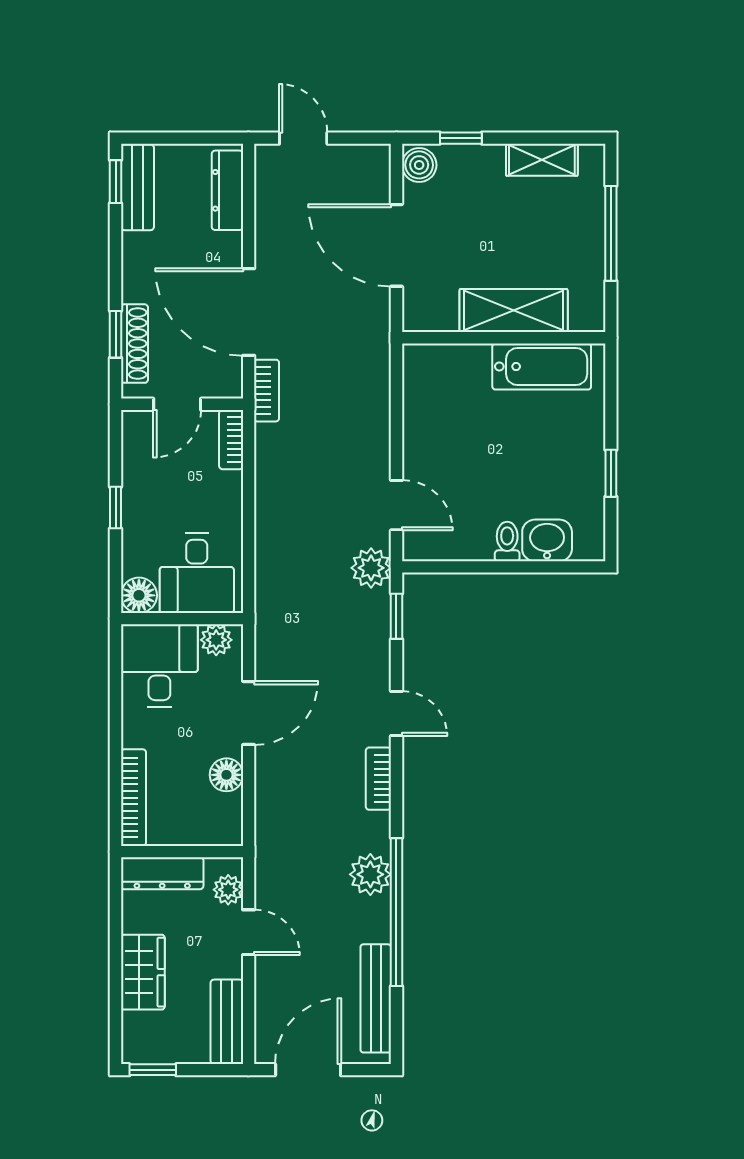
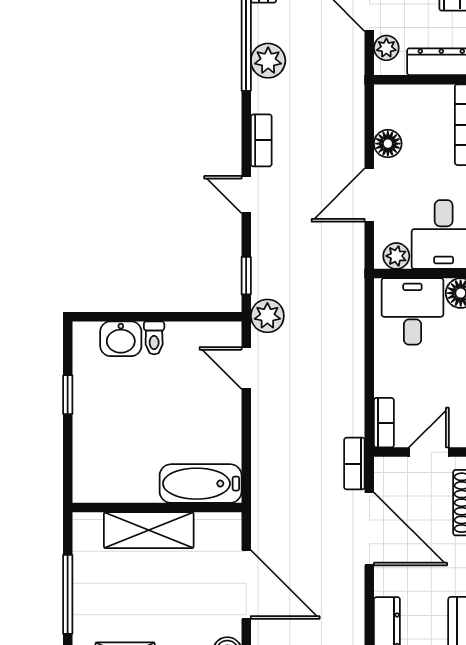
bathtub: (542, 367) -> (201, 484), moved

